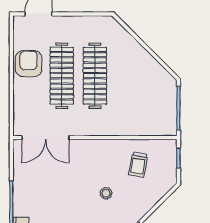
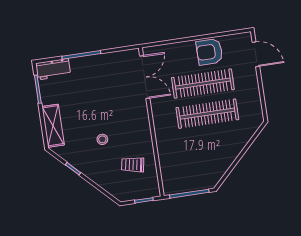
armchair: (29, 64) -> (209, 52), turned 180
double door: (45, 138) -> (145, 77), swing flipped

